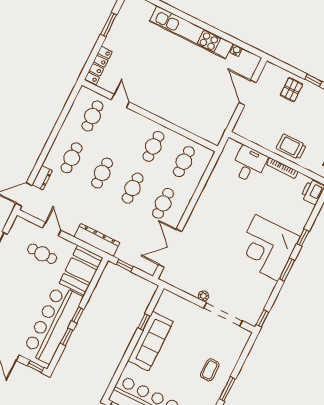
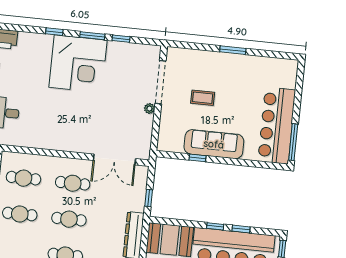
window: (263, 318) -> (121, 39), moved
coffee table: (210, 370) -> (203, 98), moved

